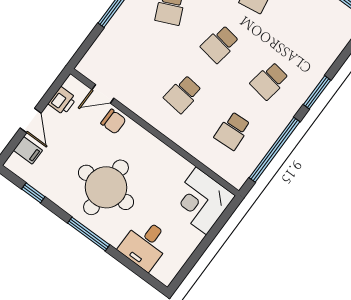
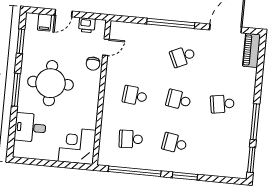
door: (103, 94) -> (106, 47), swing flipped
window: (33, 193) -> (21, 41), width x1.50

